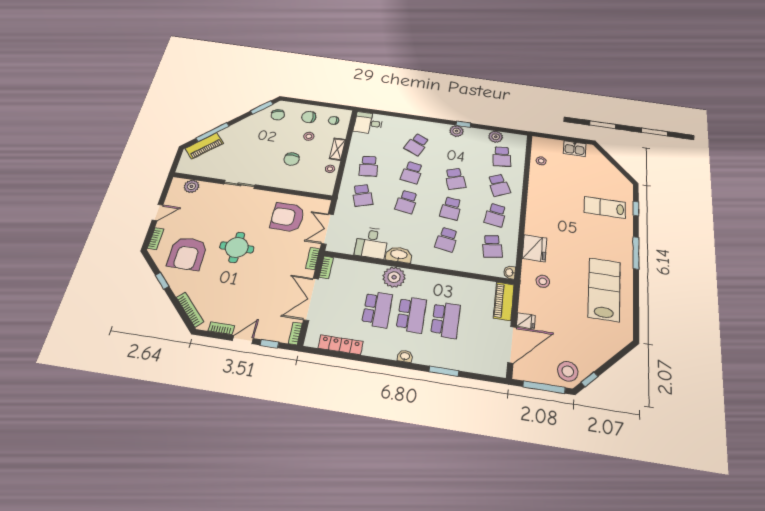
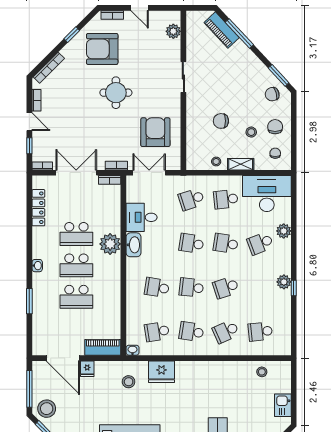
desk: (368, 123) -> (267, 194), width x1.87, depth x1.30
plant: (496, 137) -> (284, 231), moved
school desk: (417, 144) -> (260, 243), turned -45

